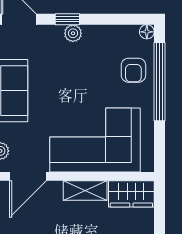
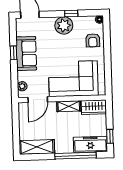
window: (67, 19) -> (71, 13), moved
plant: (73, 33) -> (64, 25), width x1.88, depth x1.88
window: (159, 82) -> (107, 46), removed

